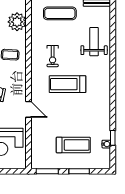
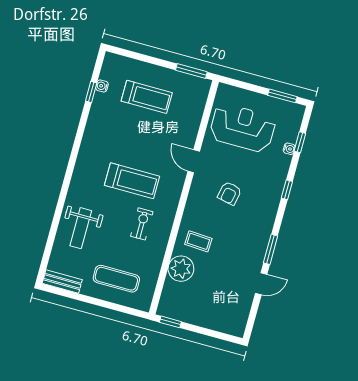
plant: (17, 22) -> (181, 269), moved
treadmill: (73, 145) -> (147, 97), turned 180
window: (79, 171) -> (148, 59), removed

